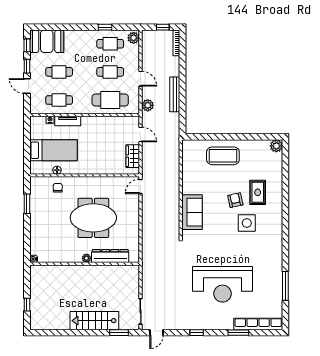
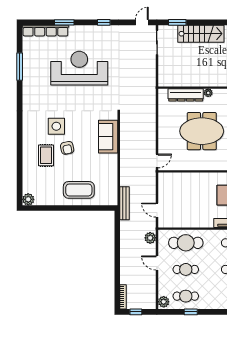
bench: (175, 94) -> (124, 203), moved
wardrobe: (133, 156) -> (164, 190), removed

